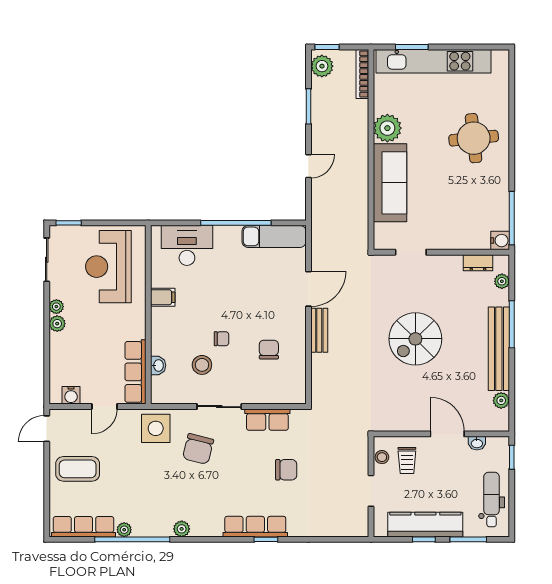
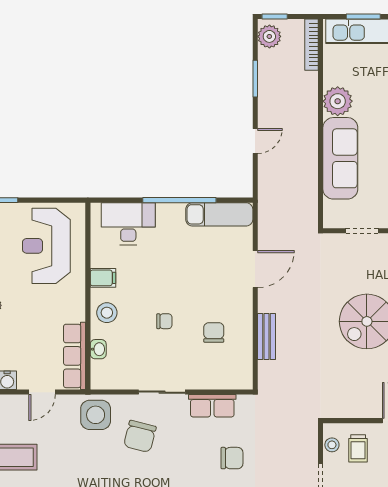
bench: (319, 330) -> (267, 336), moved
stool: (202, 365) -> (107, 313), moved

